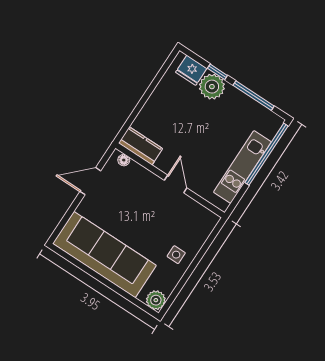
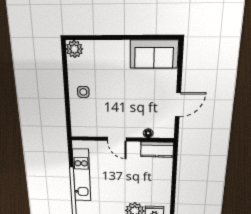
floor lamp: (124, 160) -> (148, 133), moved
sofa: (105, 255) -> (154, 54), width x0.54, depth x0.79

